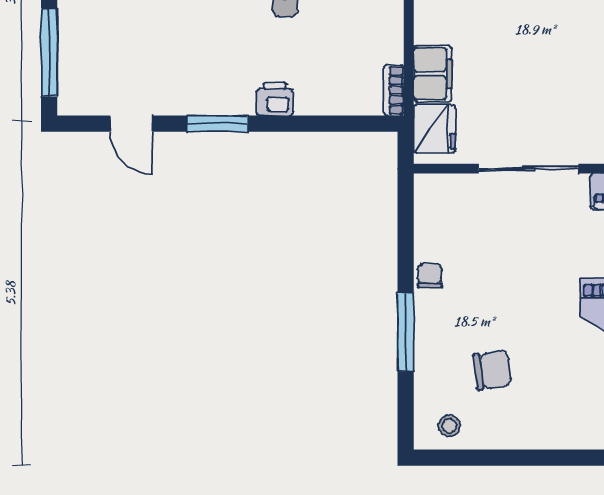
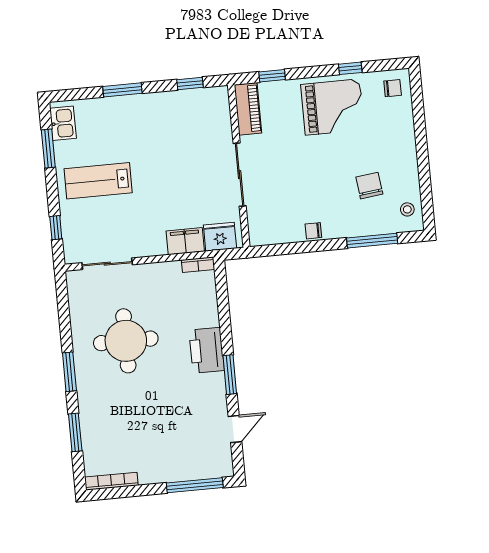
printer: (275, 99) -> (207, 350), width x1.87, depth x1.48
window: (406, 332) -> (372, 241), moved

